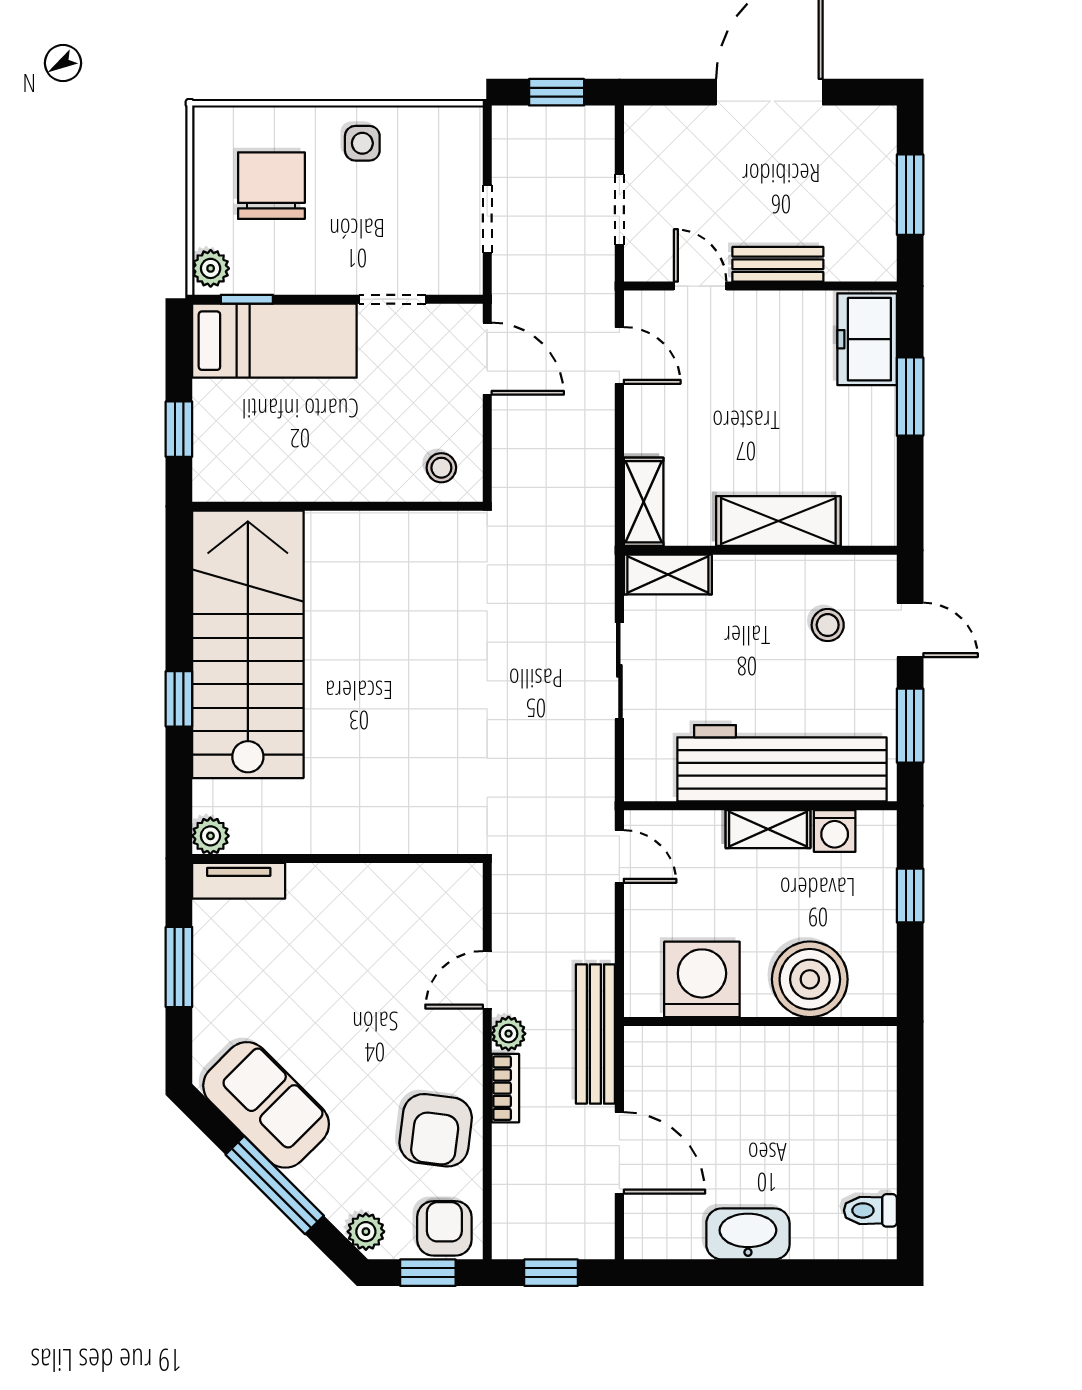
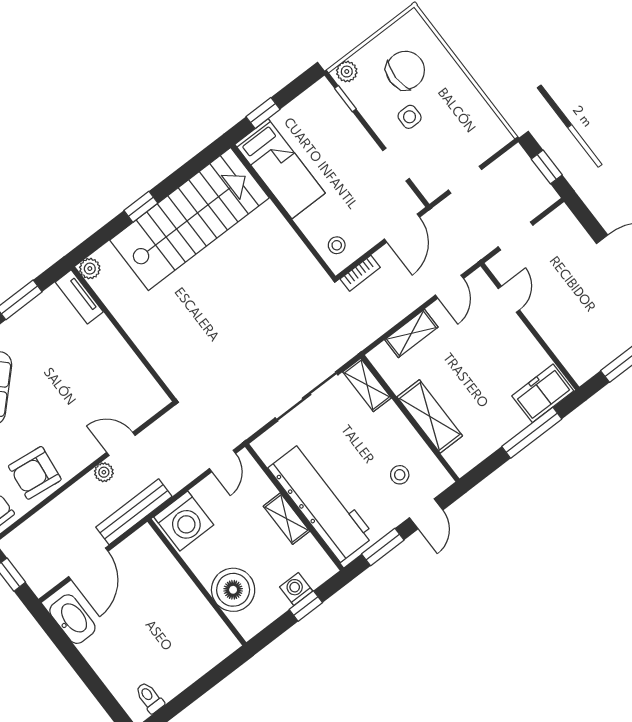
side table: (362, 143) -> (410, 117), moved
bench: (778, 264) -> (546, 327), removed
bed: (274, 341) -> (280, 169), moved
window: (910, 397) -> (532, 433), width x1.44
shelving: (644, 502) -> (411, 333), moved
sliding door: (619, 671) -> (307, 396), width x1.37
washing machine: (835, 831) -> (296, 589), moved, turned 90
washing machine: (702, 979) -> (184, 521), moved, turned 90
bookcase: (505, 1088) -> (360, 273), moved
washbasin: (748, 1234) -> (72, 619), moved

